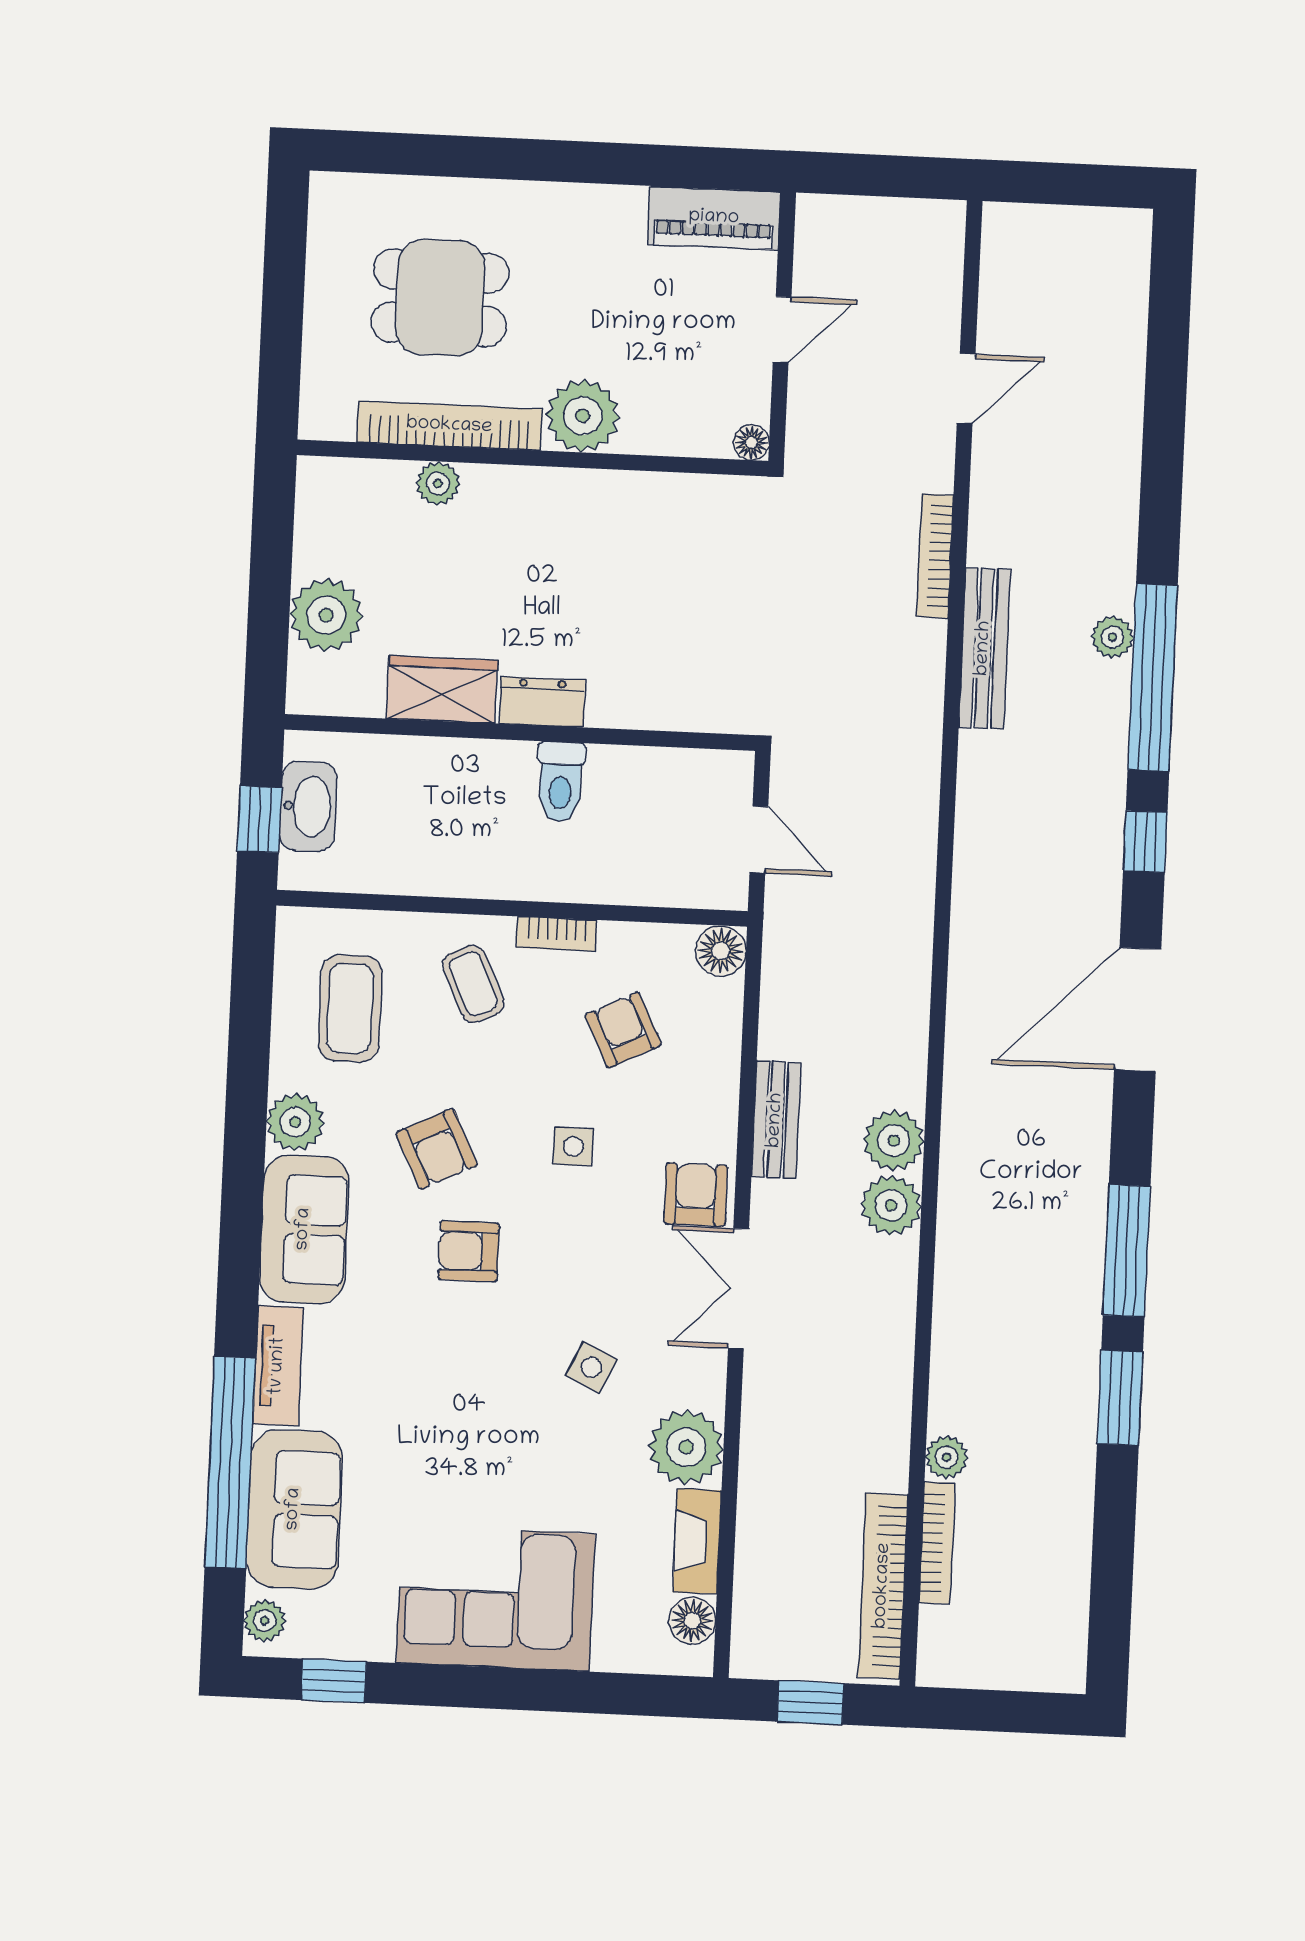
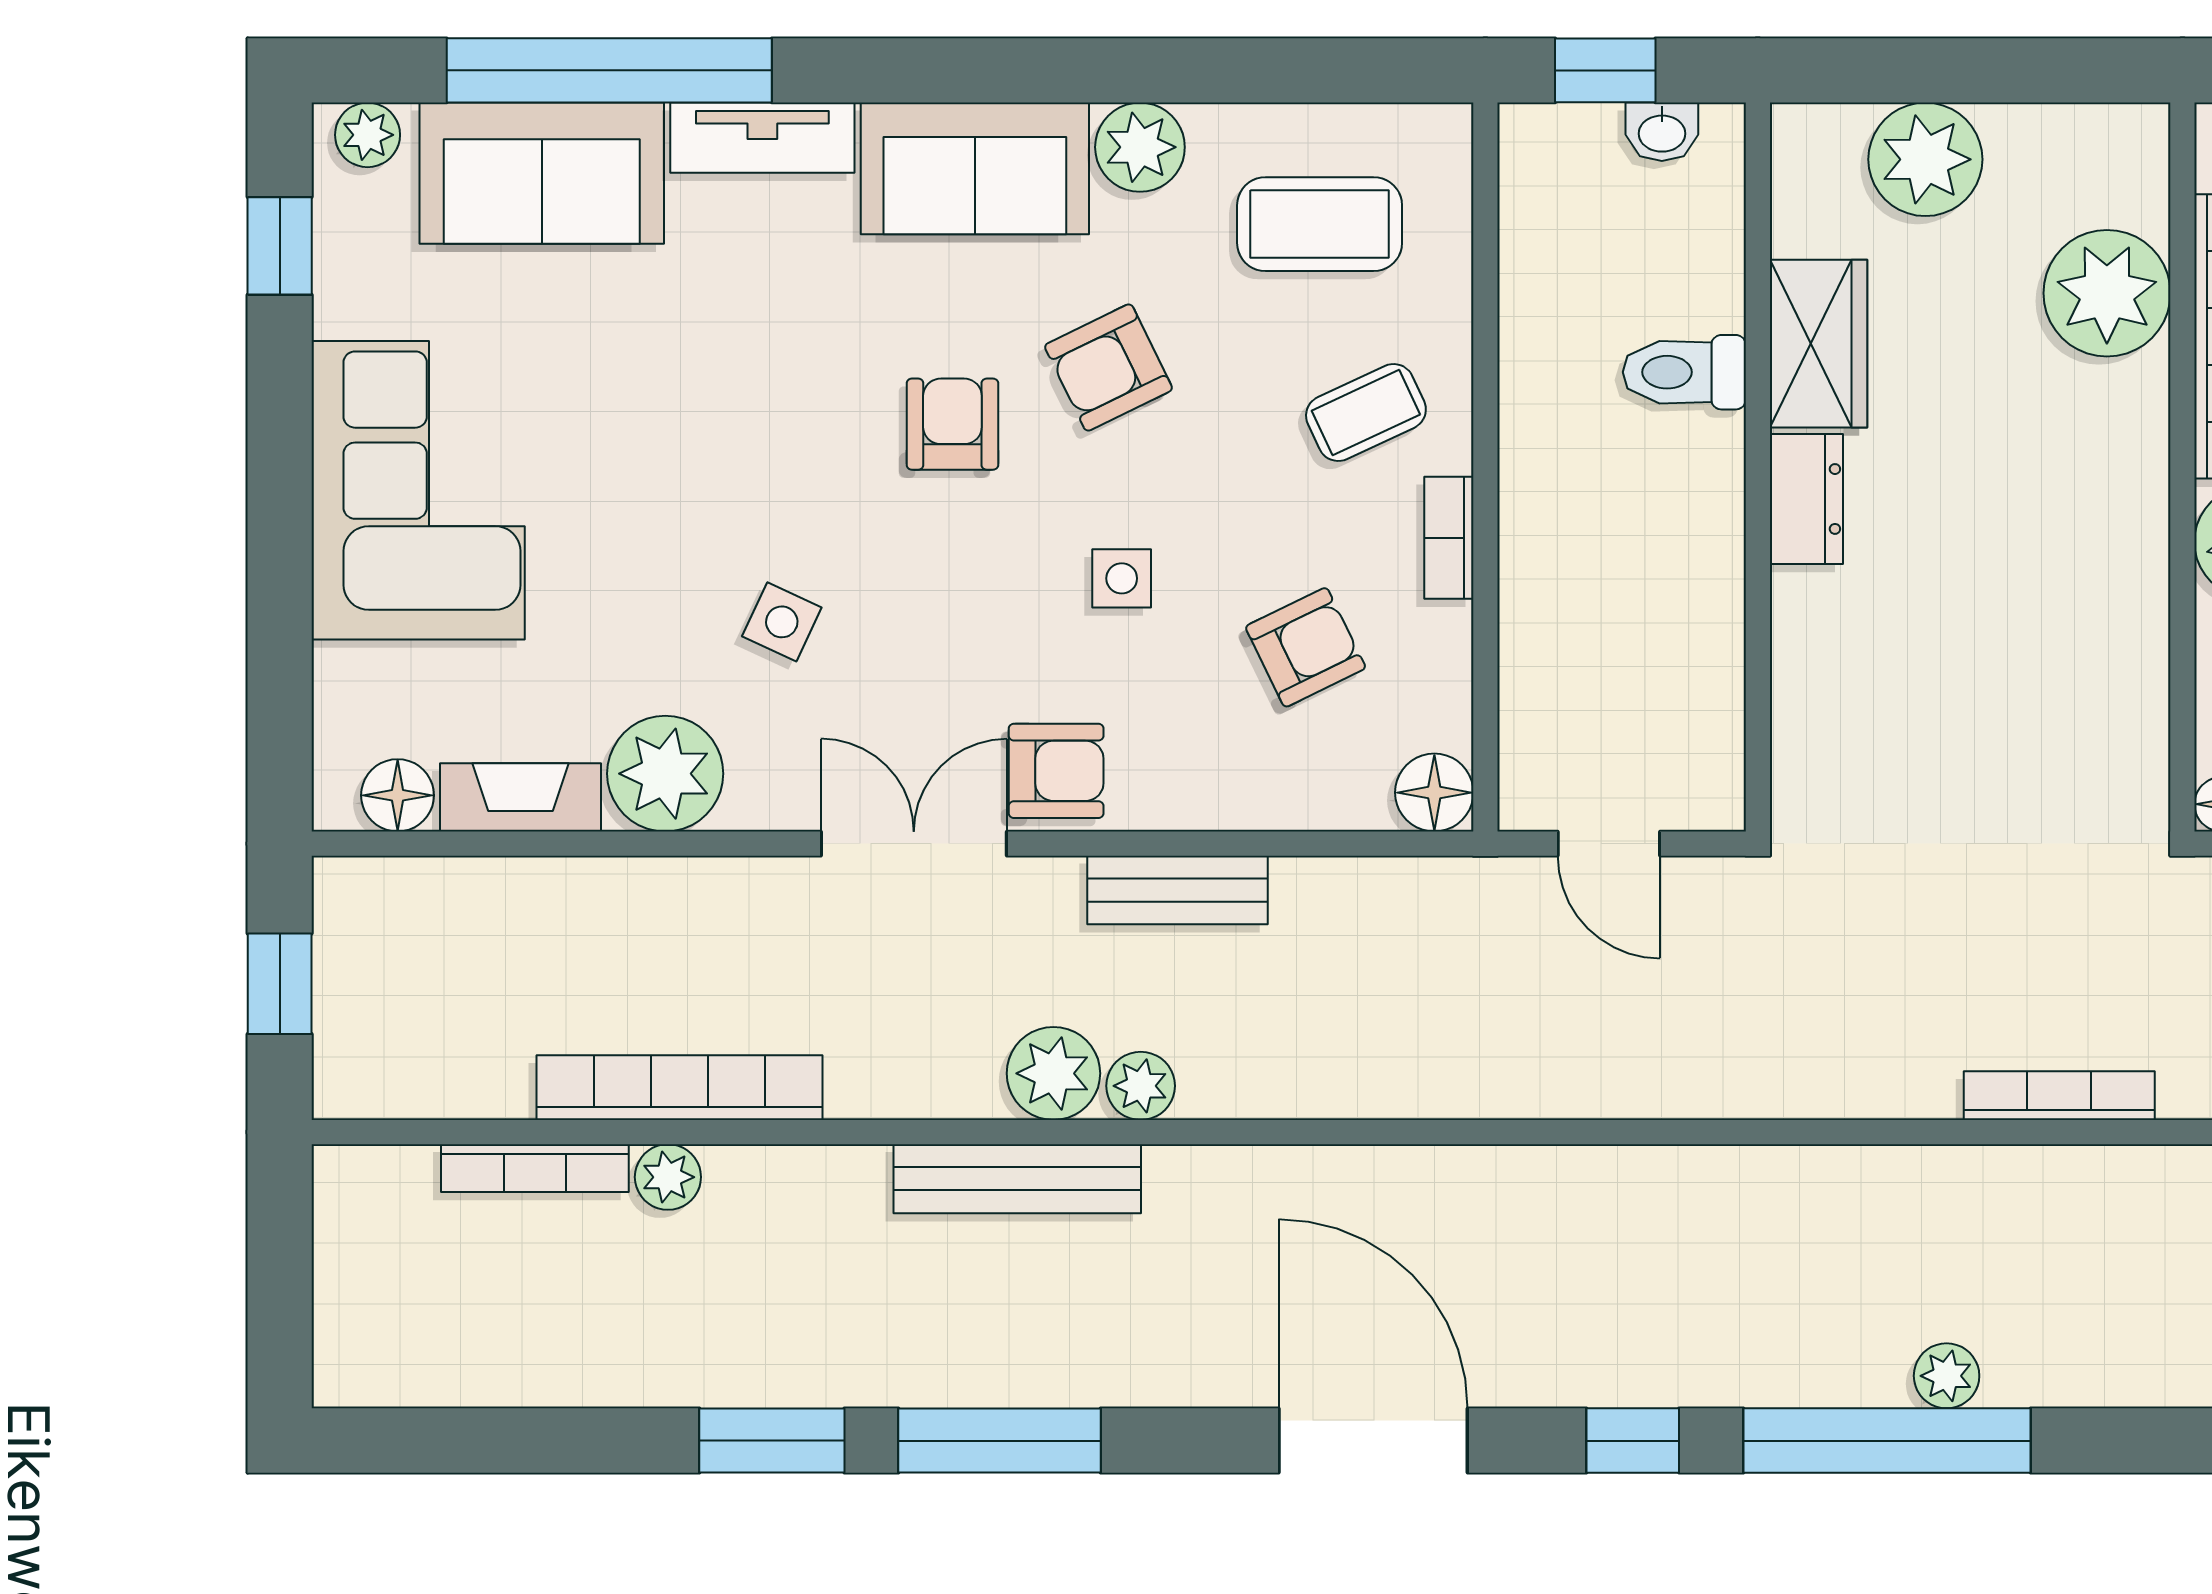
plant: (438, 483) -> (2107, 293), width x1.87, depth x1.87
bench: (984, 648) -> (1017, 1179), moved
toilet: (560, 782) -> (1684, 372), moved
washbasin: (308, 806) -> (1662, 132), width x0.52, depth x0.69
door: (759, 840) -> (1609, 844), hinge flipped
plant: (894, 1141) -> (1141, 1086), width x0.73, depth x0.73
bookcase: (883, 1586) -> (679, 1088), moved

